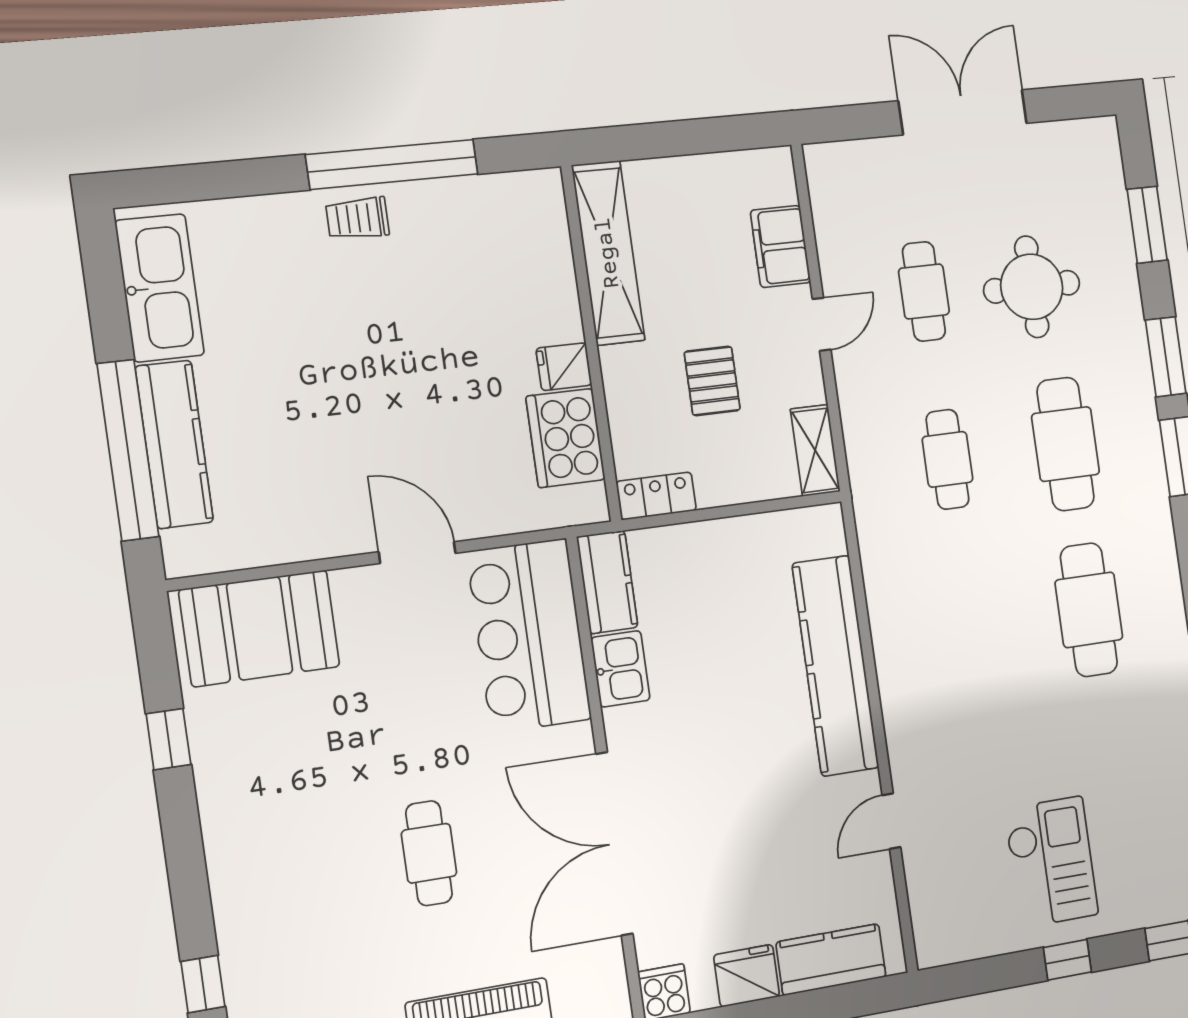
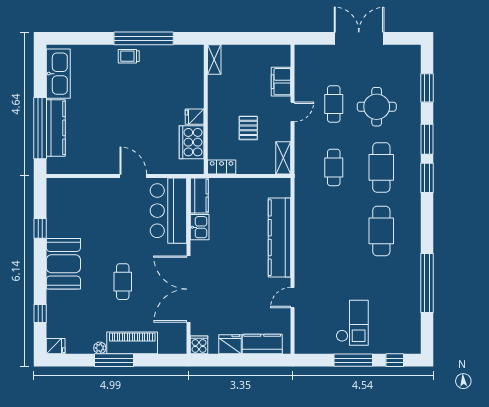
shelving: (608, 253) -> (214, 60), width x0.45, depth x0.75
booth: (260, 628) -> (63, 264), moved, turned 90
window: (1067, 960) -> (353, 360), width x2.17

